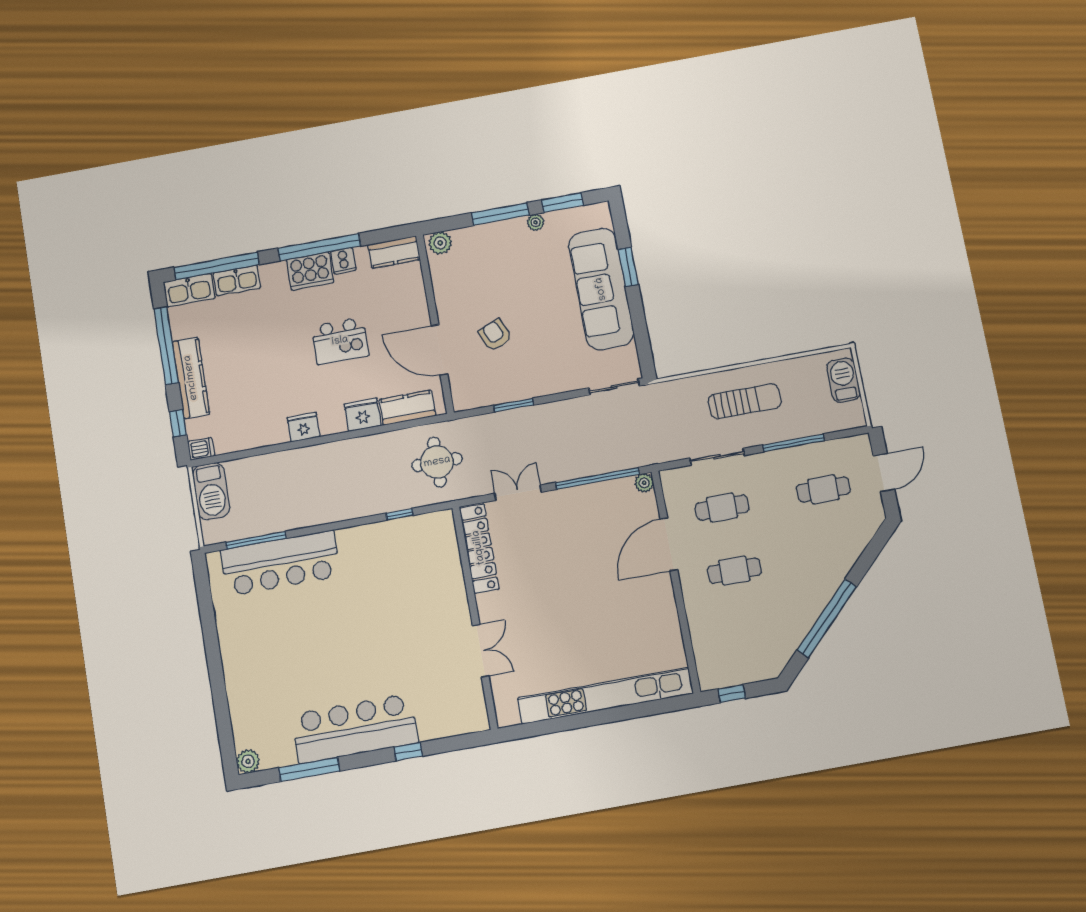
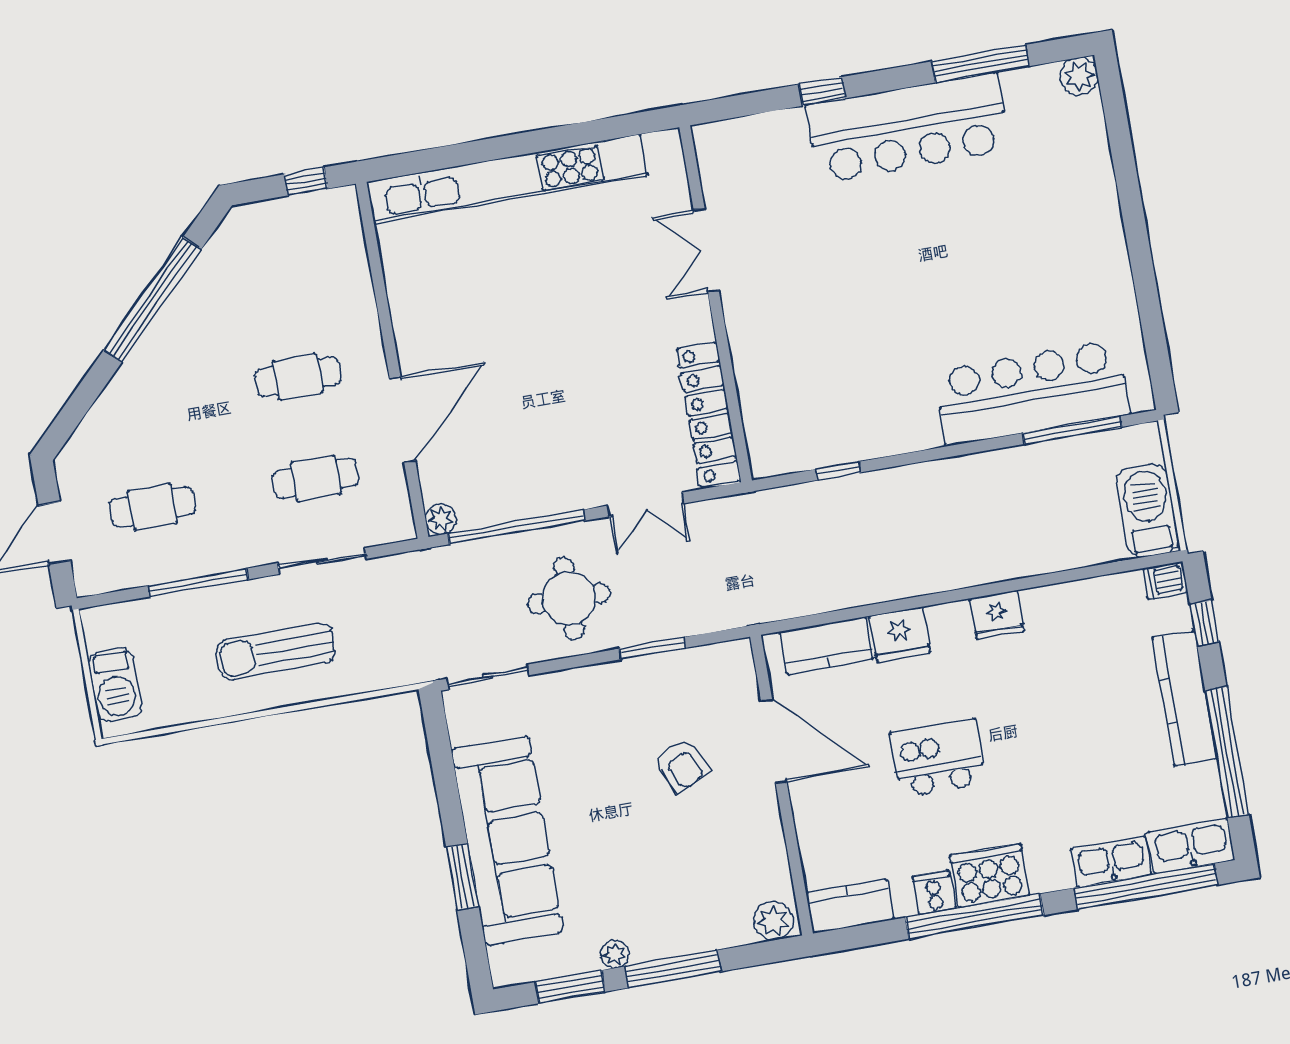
round table: (437, 462) -> (569, 598), moved

